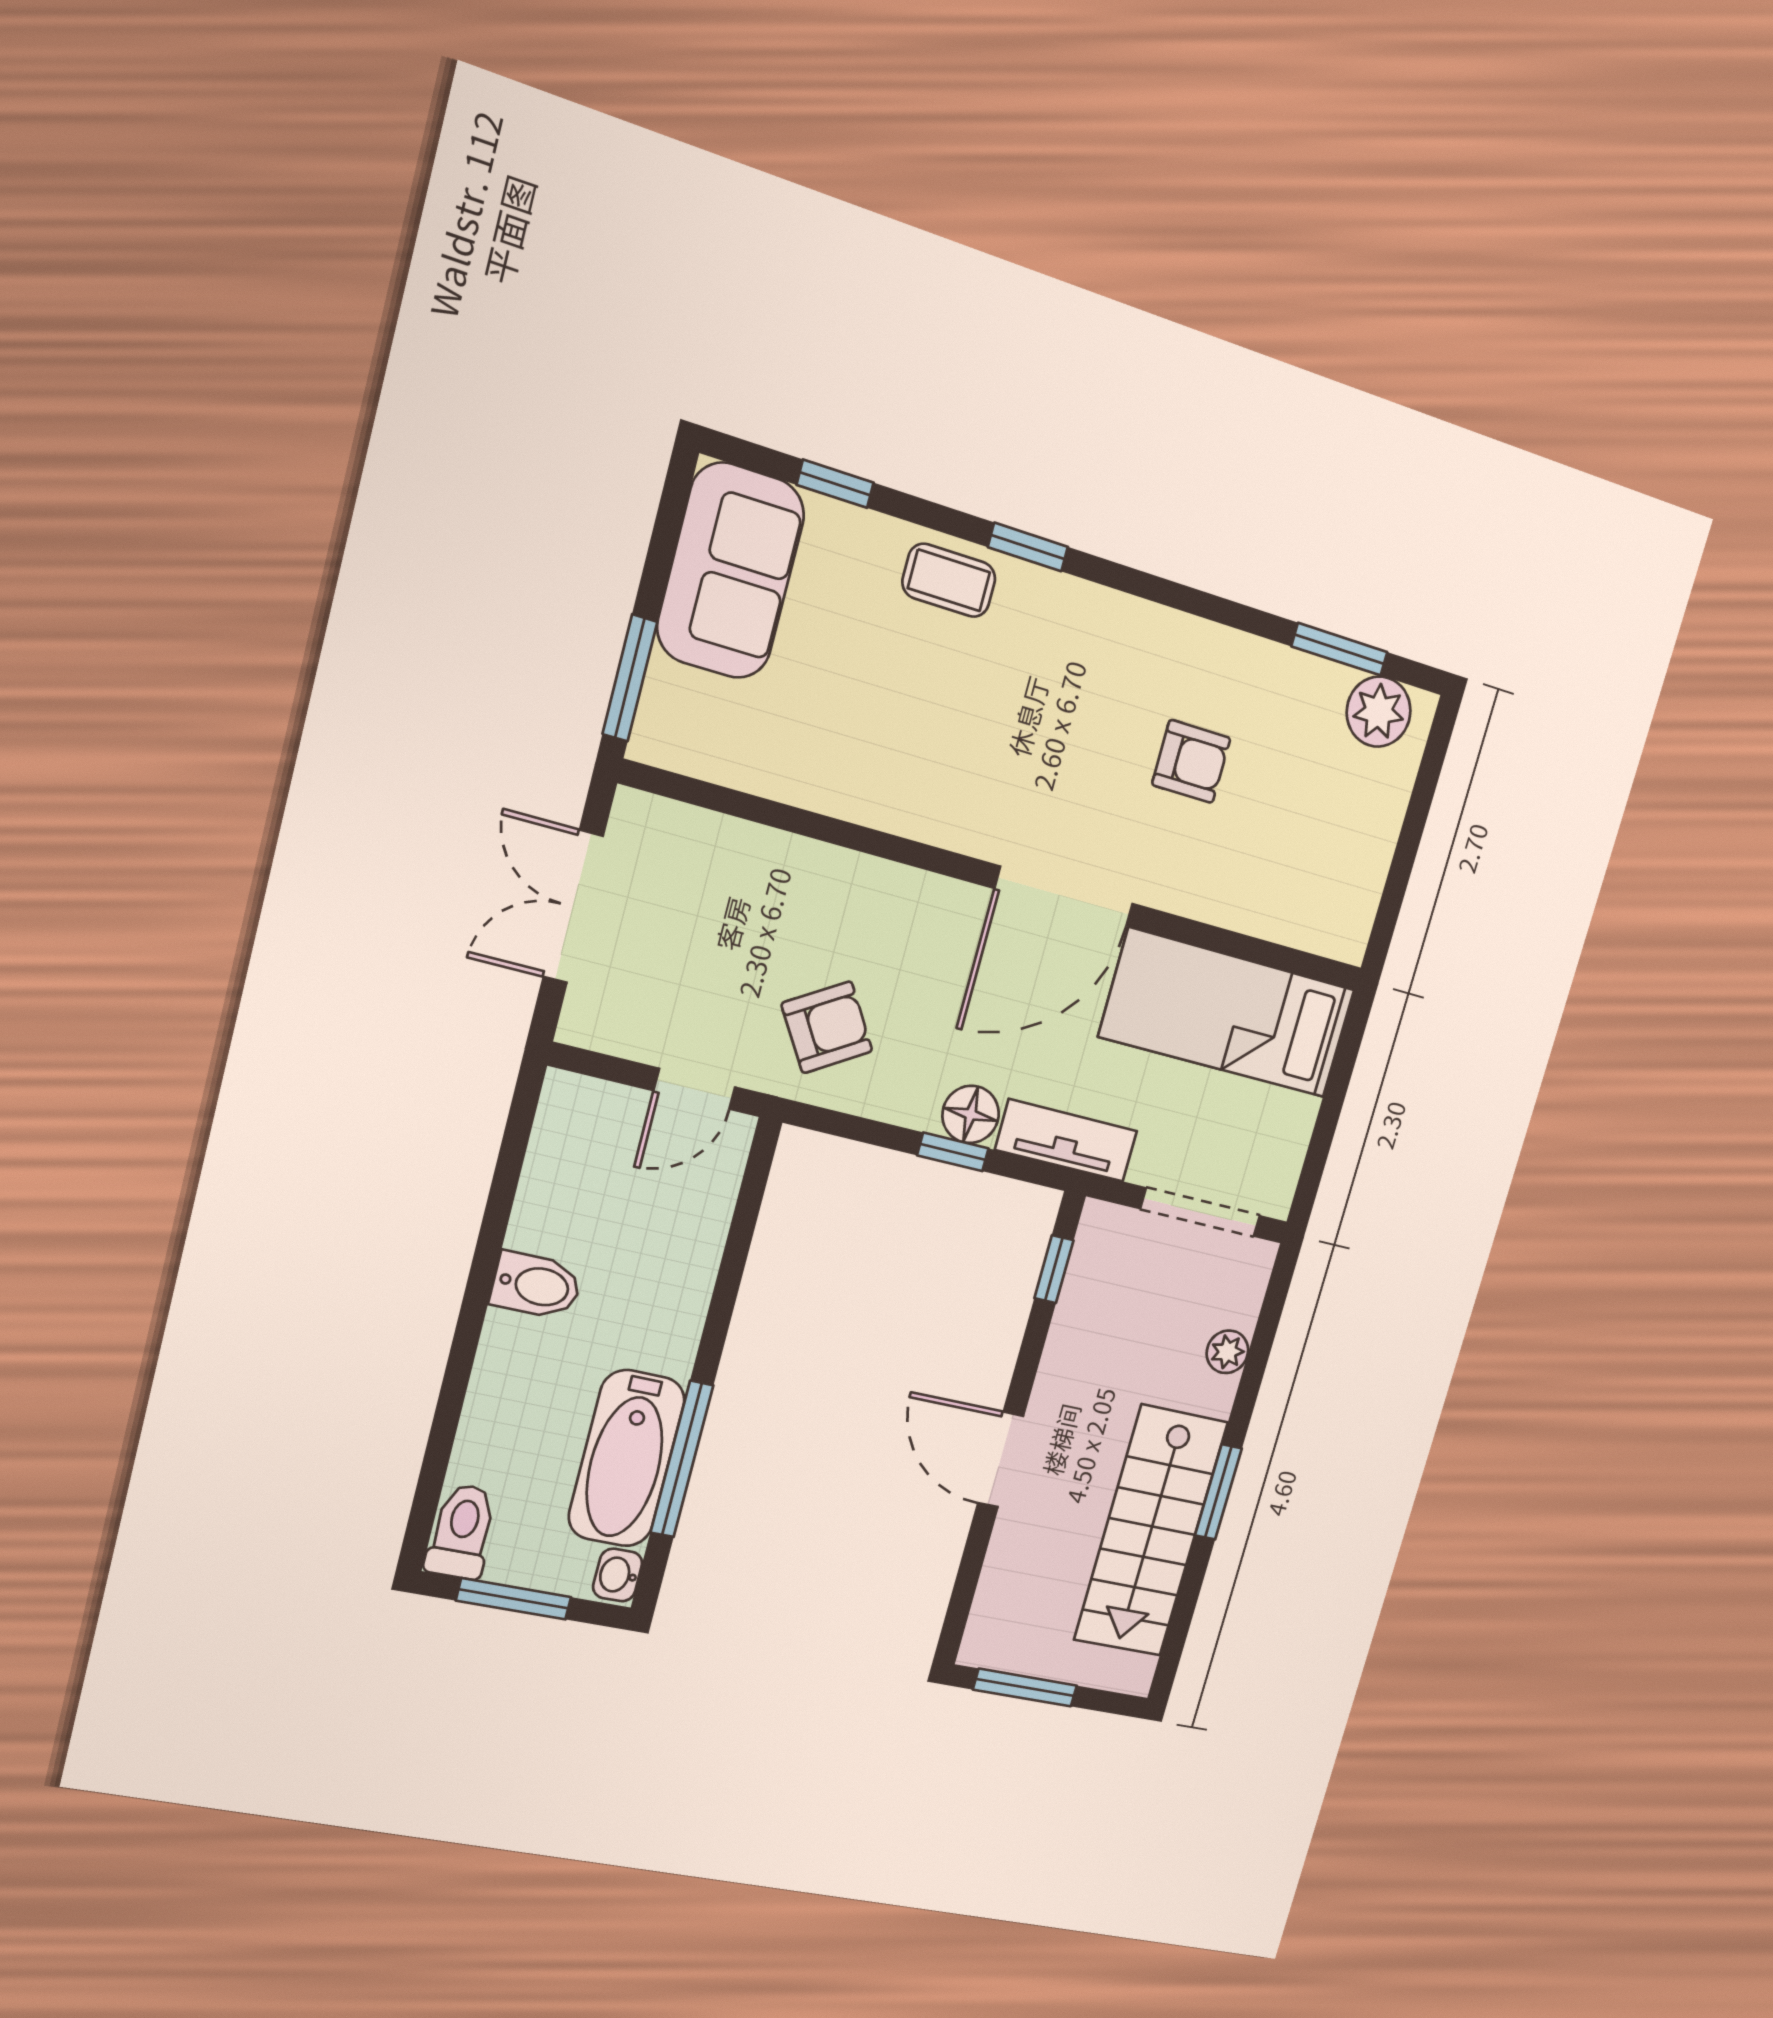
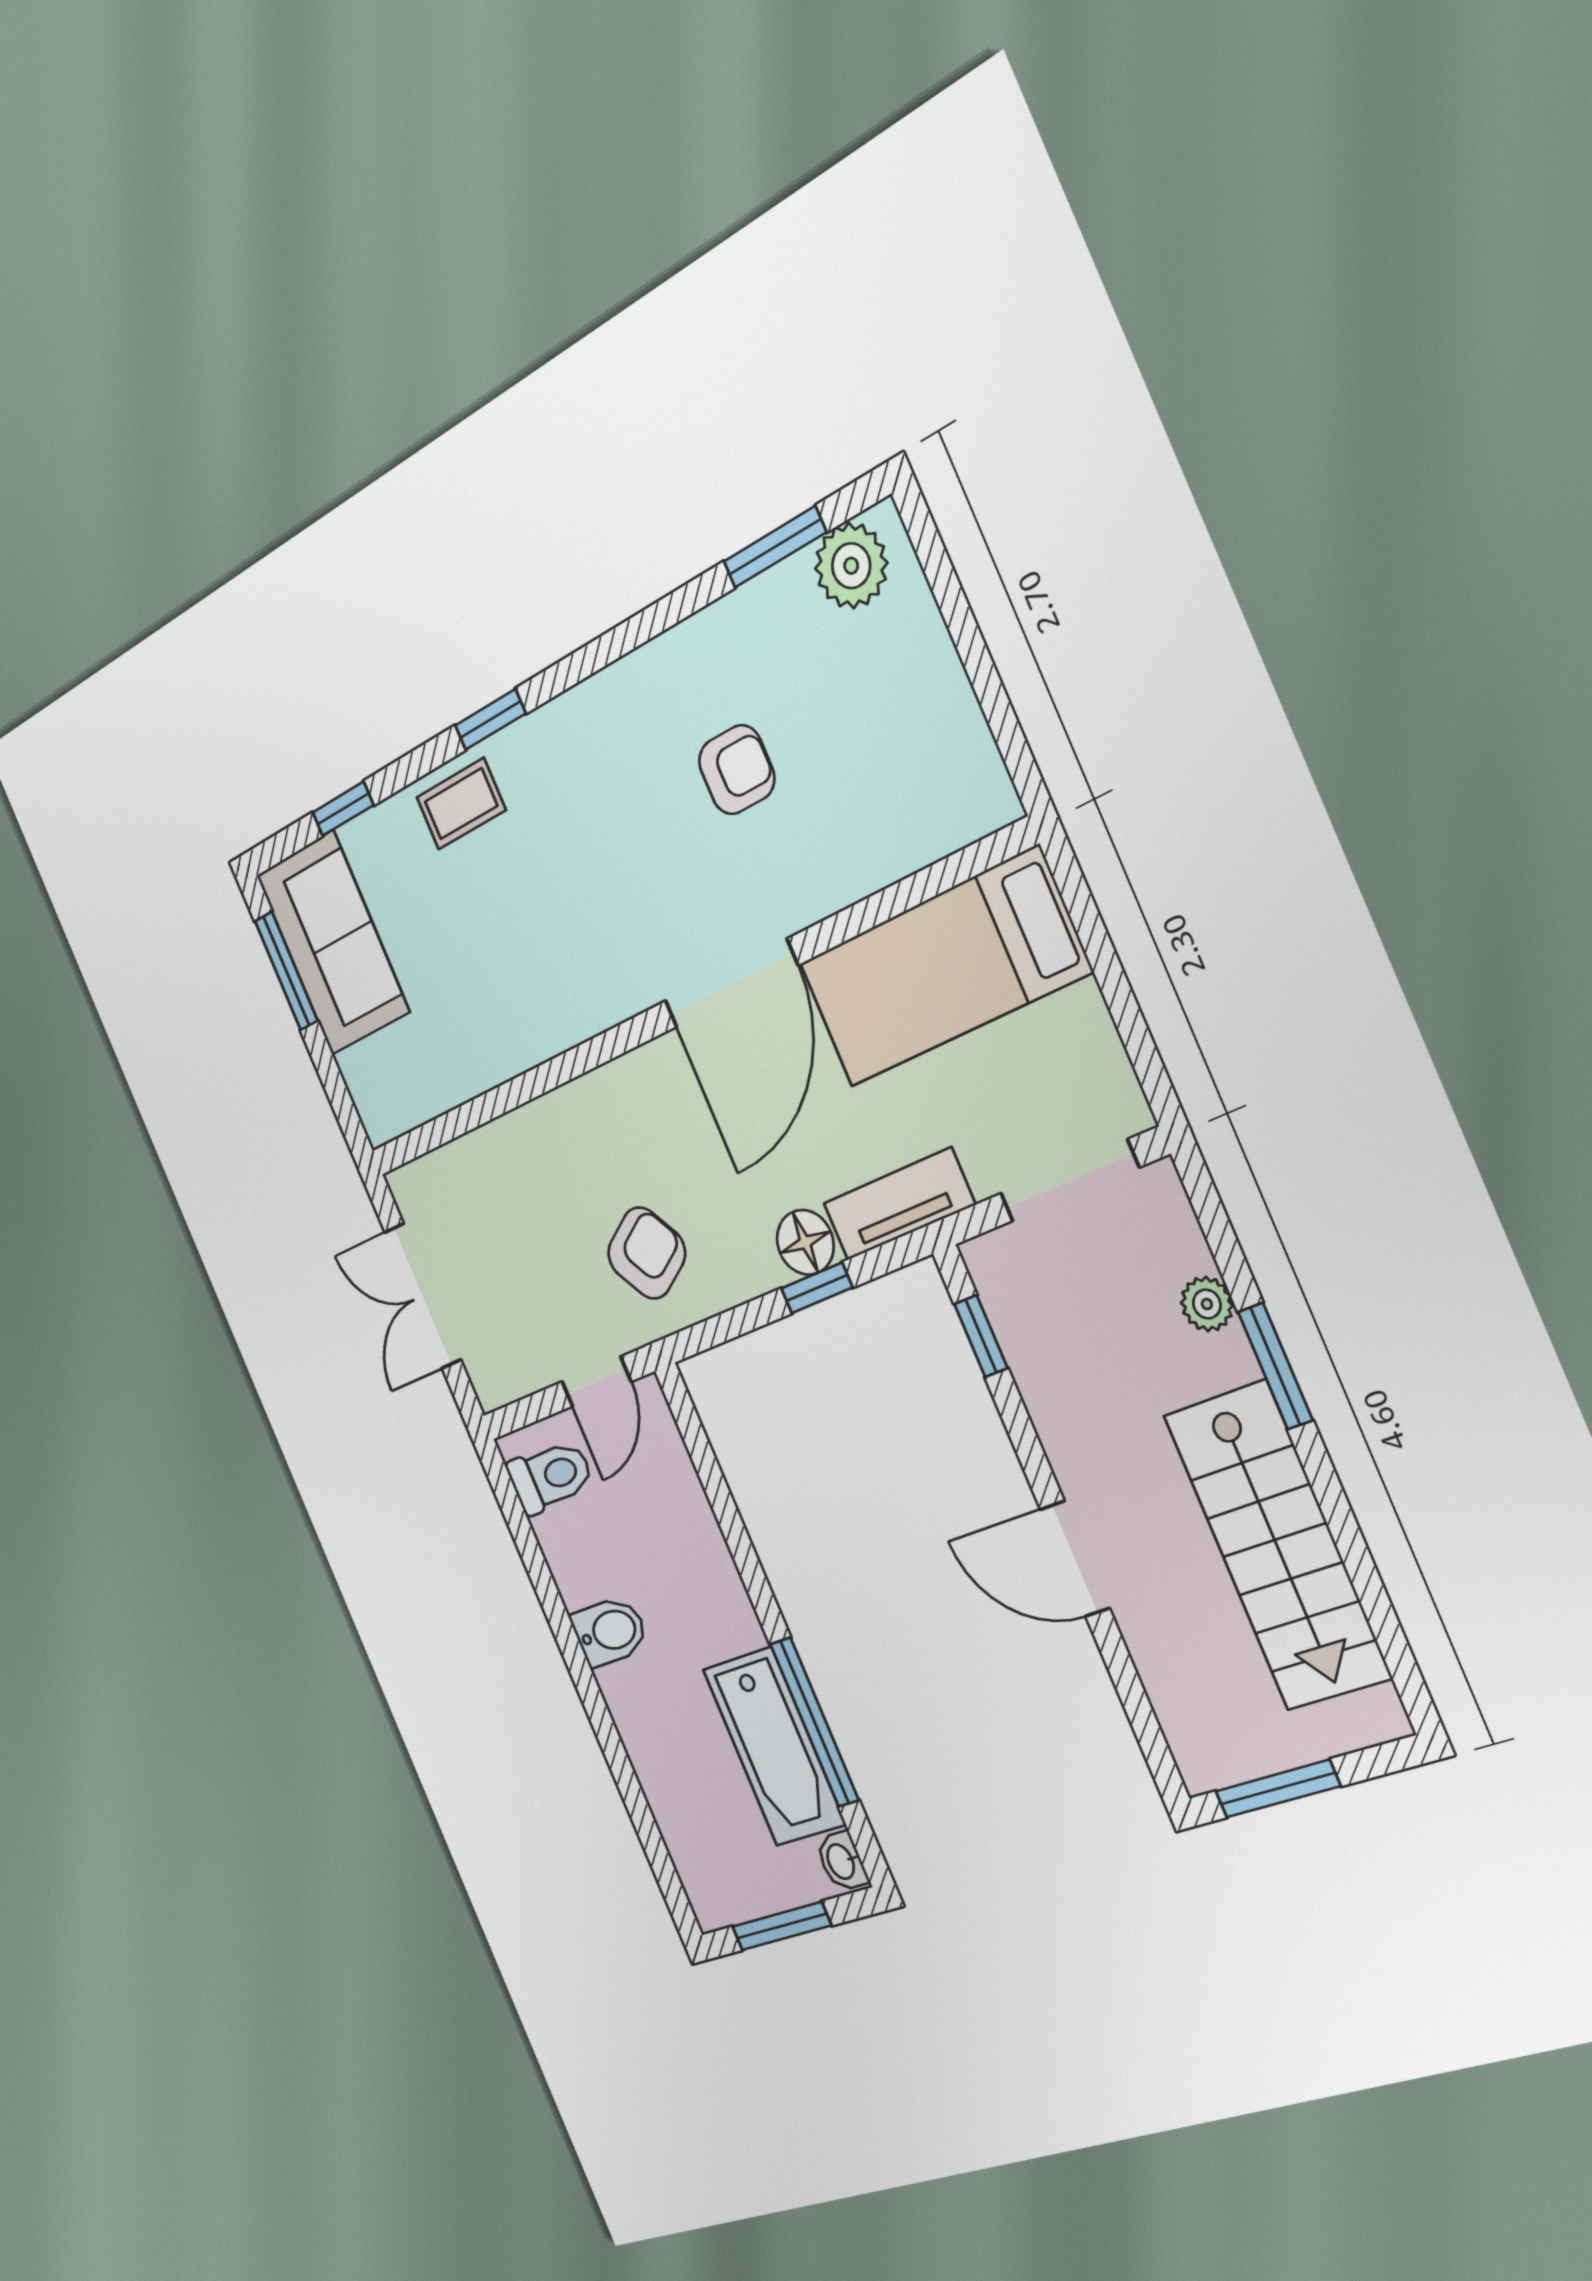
window: (630, 678) -> (286, 971), moved
window: (1218, 1492) -> (1275, 1366), moved
toilet: (462, 1531) -> (550, 1477), moved, turned 90

